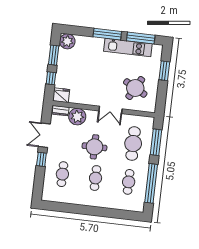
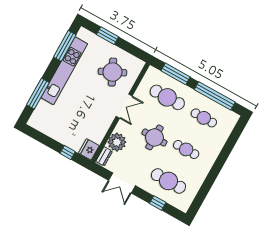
window: (107, 34) -> (38, 94), moved
plant: (67, 41) -> (37, 121), removed
kitchen unit: (128, 48) -> (64, 71), width x1.36
window: (54, 55) -> (46, 140), removed
round table: (135, 88) -> (113, 72), turned 35
window: (41, 159) -> (158, 203), moved
cafe table: (62, 174) -> (168, 181), width x1.37, depth x1.35

